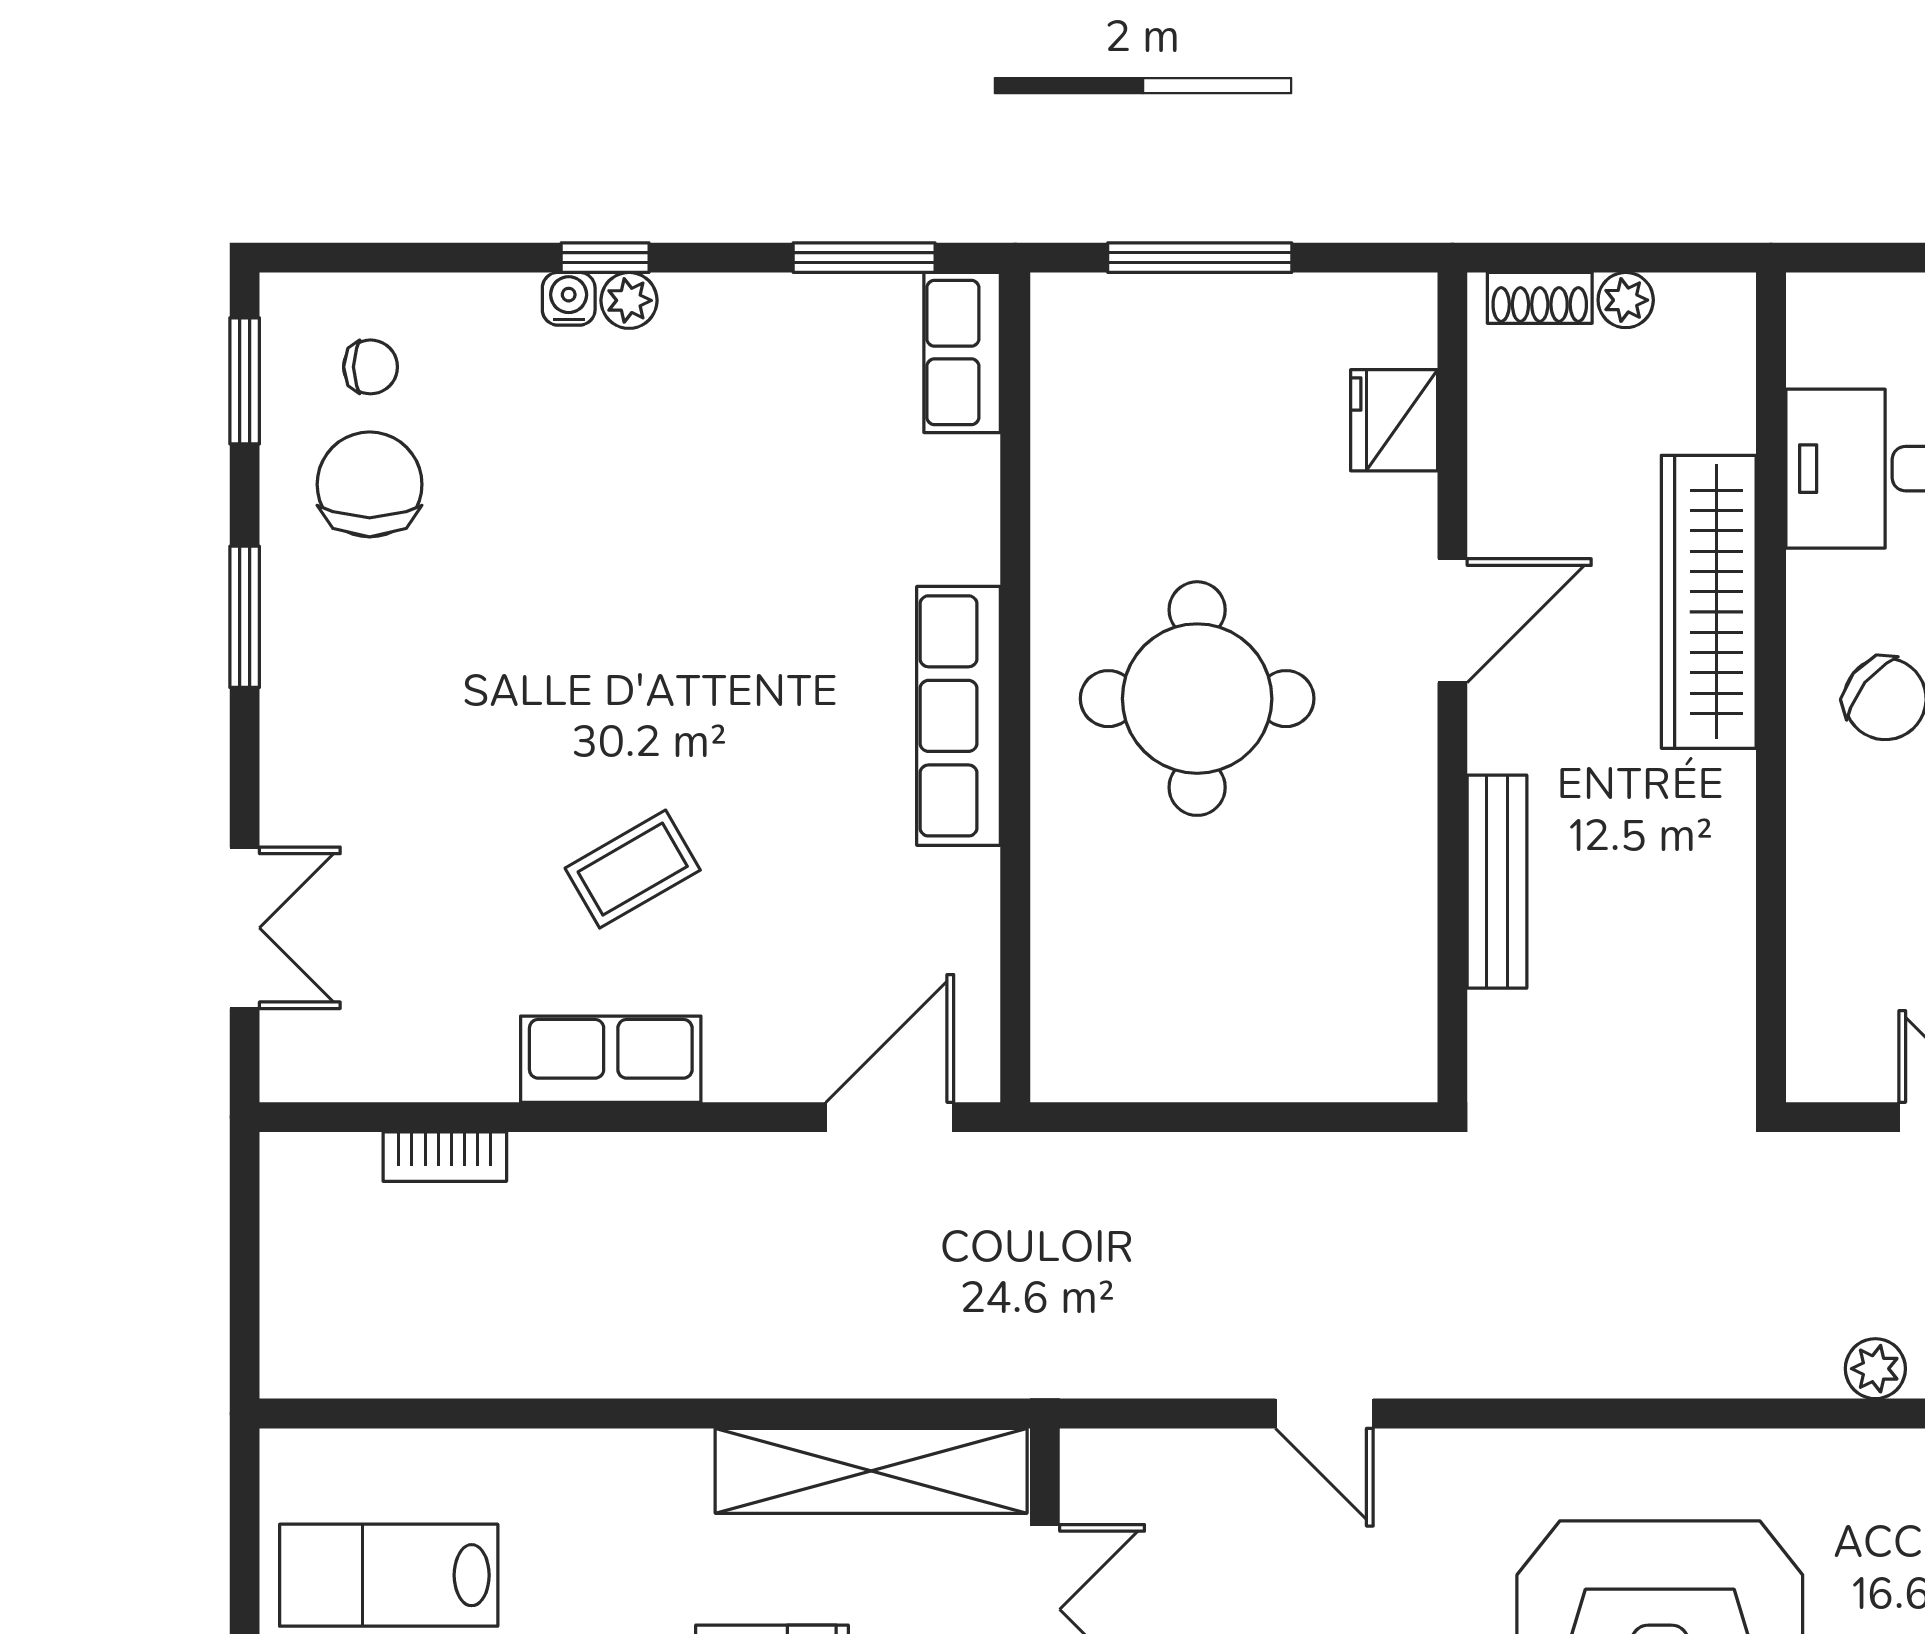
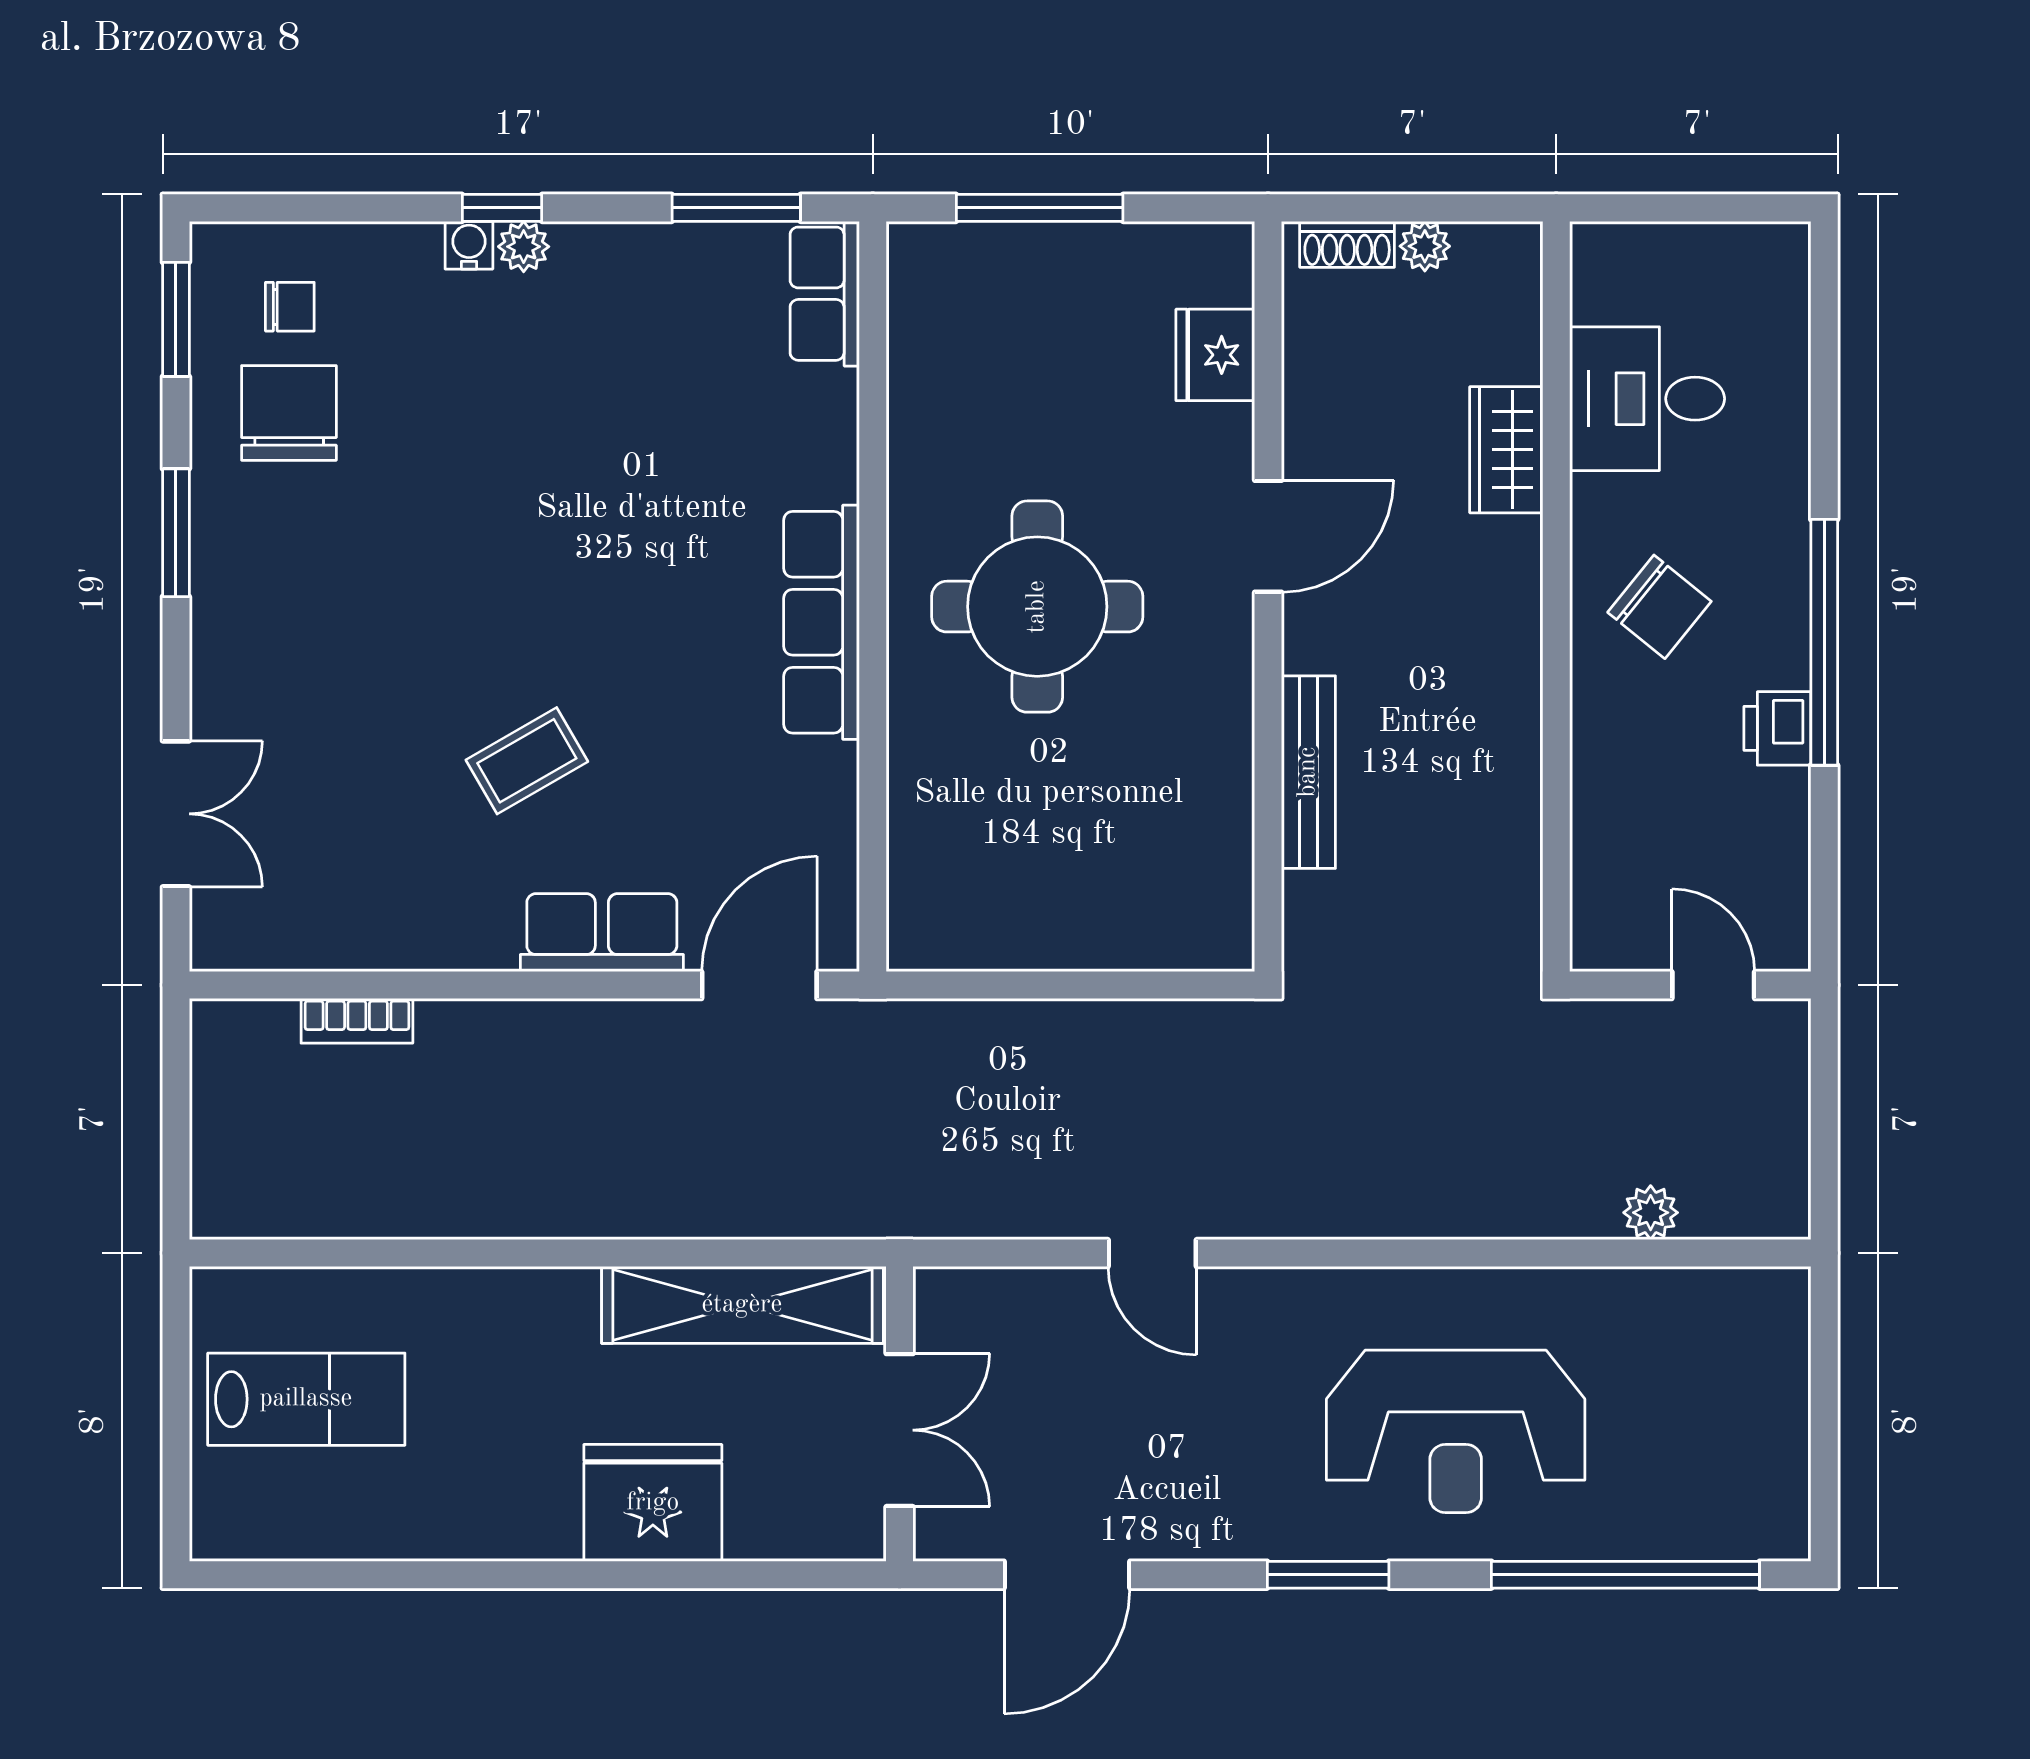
wardrobe: (1709, 602) -> (1506, 450), width x0.48, depth x0.85
row of seats: (611, 1059) -> (602, 933), moved
lab bench: (389, 1575) -> (306, 1399), turned 180

